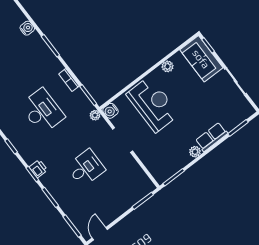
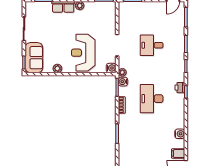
water cooler: (27, 28) -> (123, 82), moved
printer: (38, 169) -> (180, 88), moved

